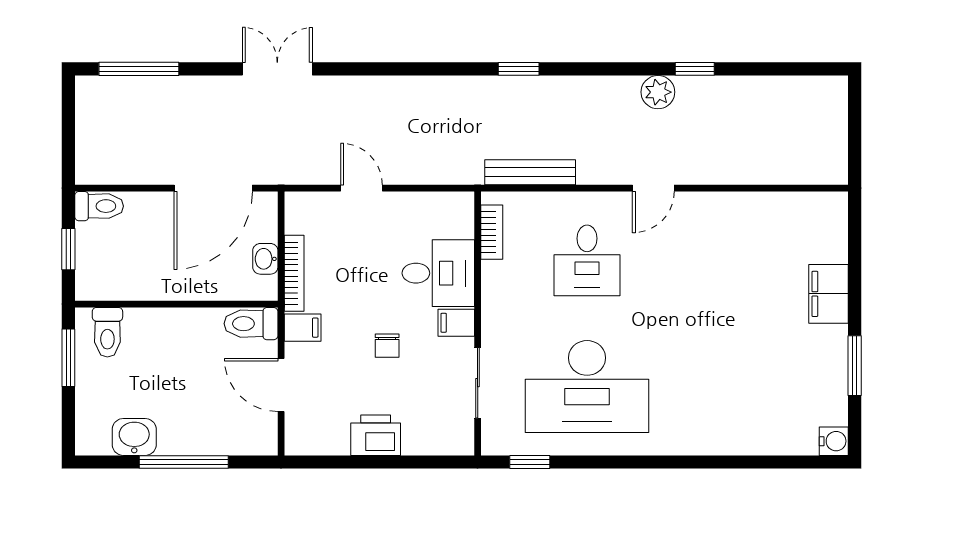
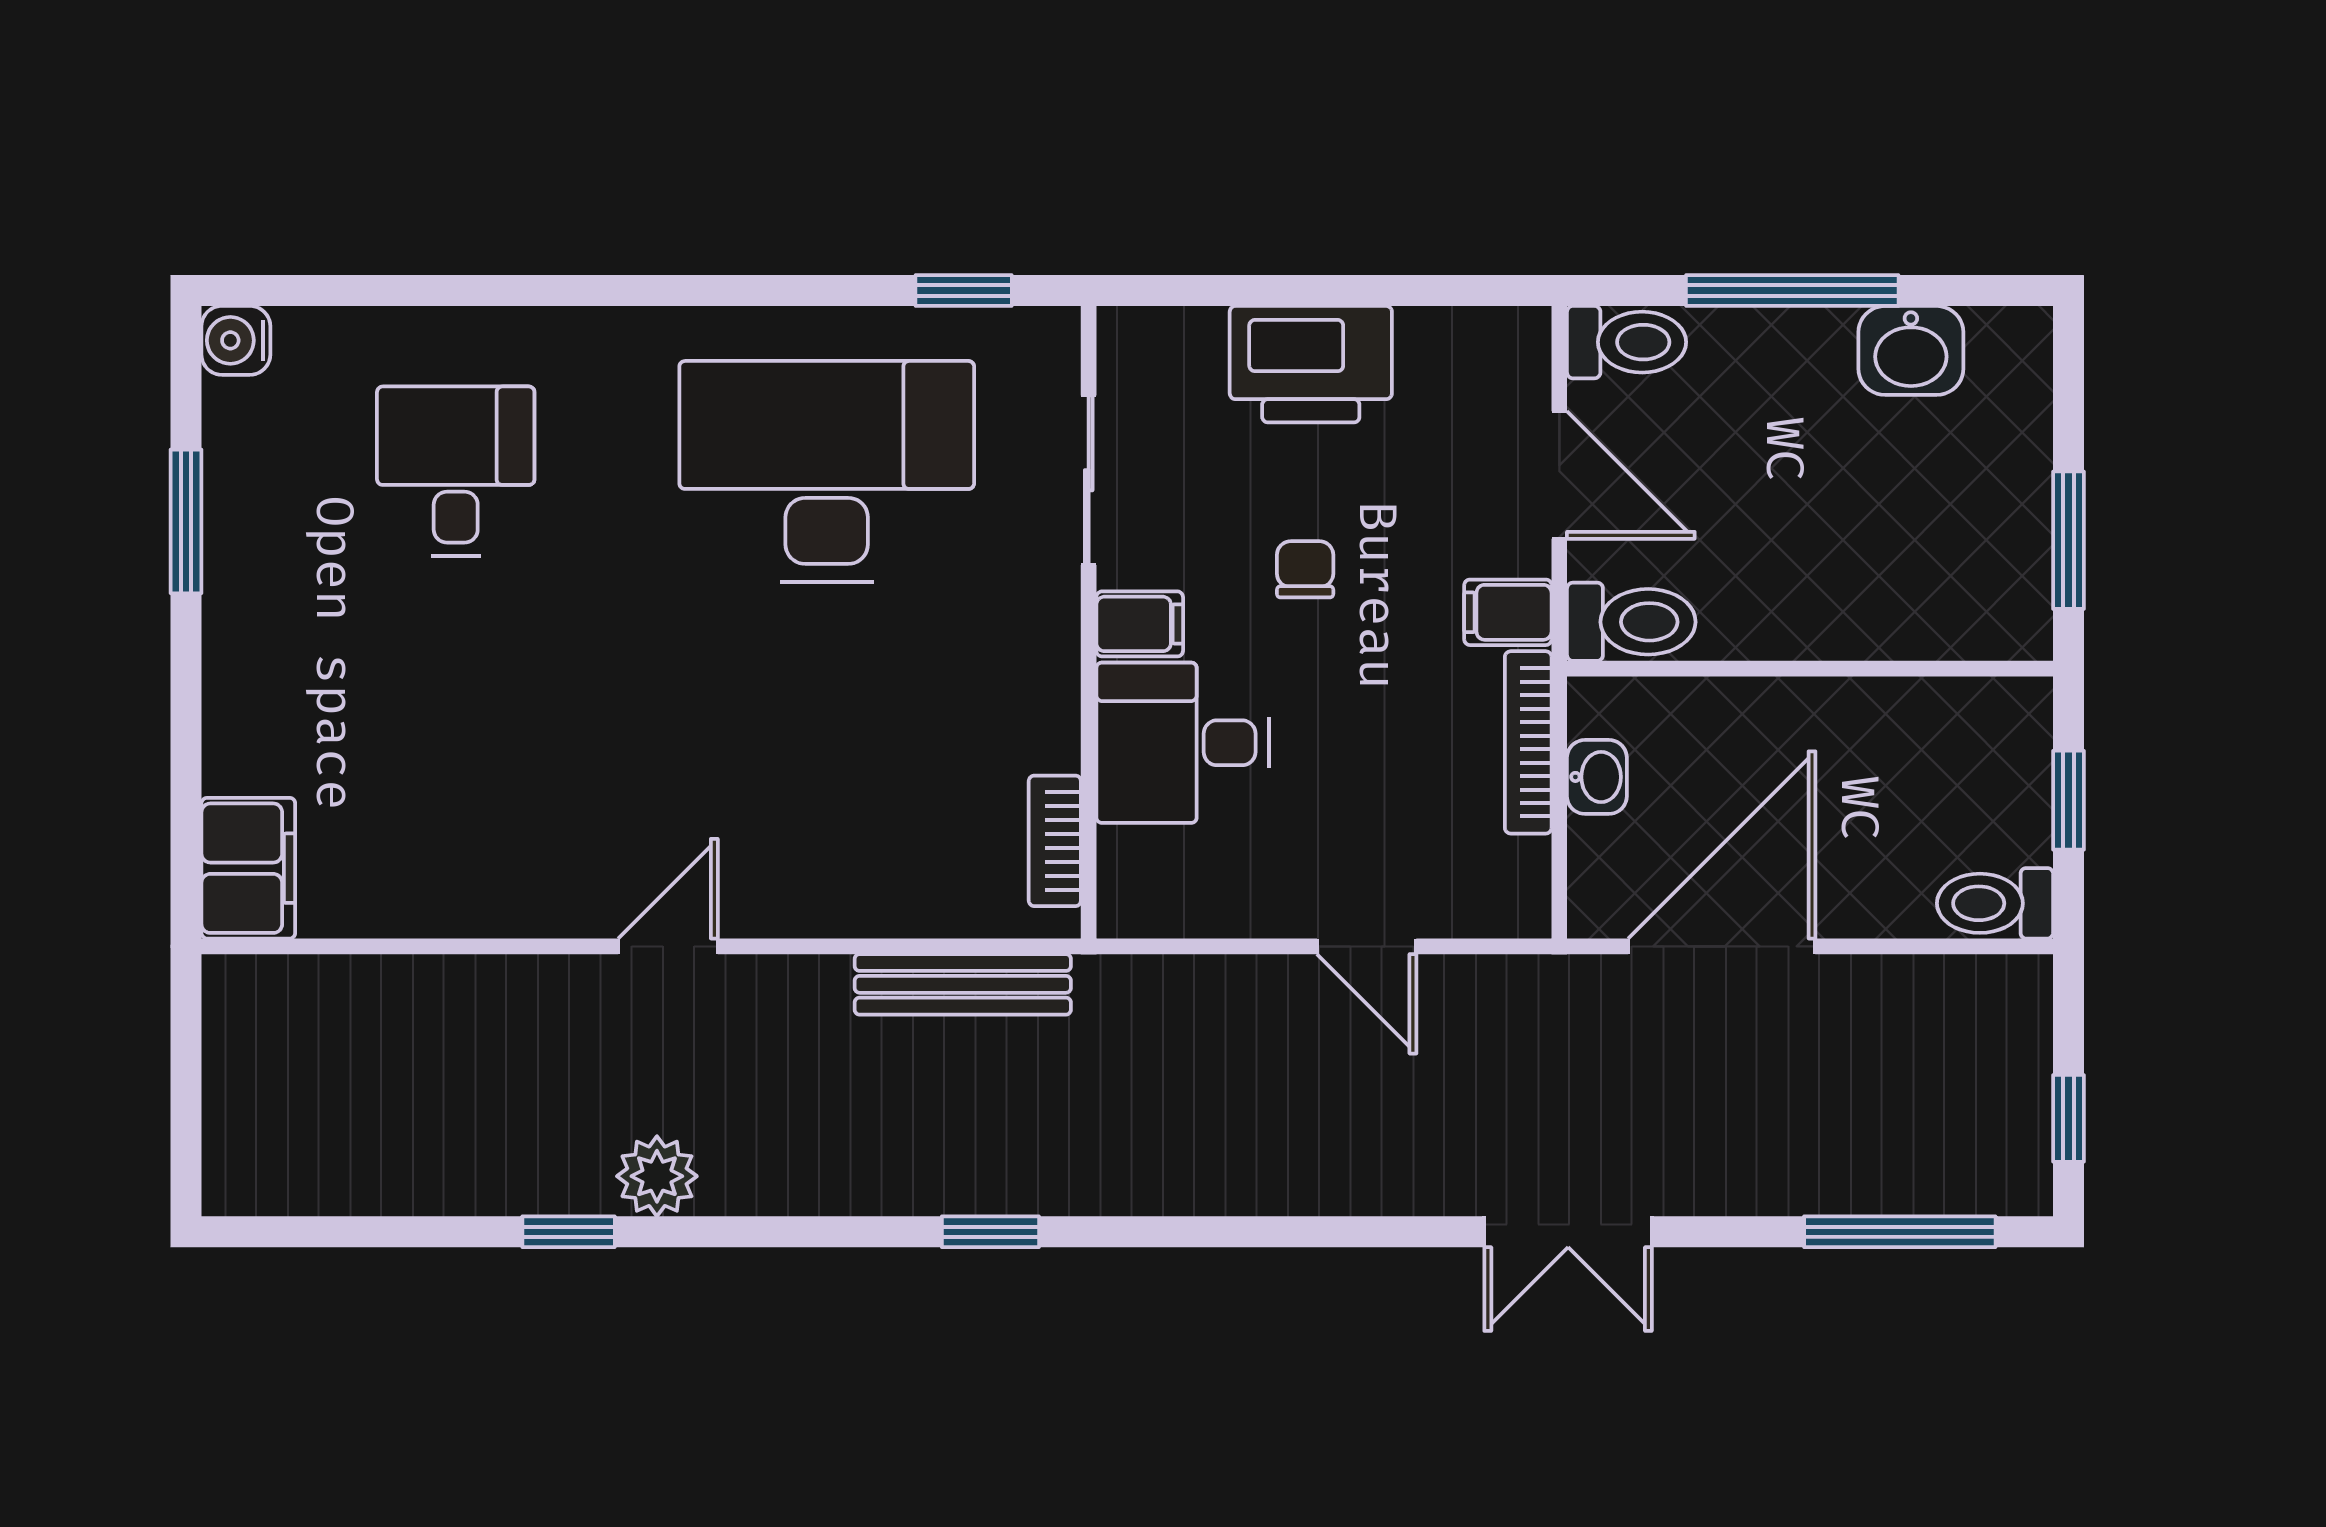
window: (68, 116) -> (2068, 1118), added
desk: (587, 260) -> (456, 471), moved
filing cabinet: (829, 294) -> (248, 868), moved
toilet: (107, 332) -> (1627, 342), moved, turned 90
printer: (376, 435) -> (1311, 364), width x1.37, depth x1.19

